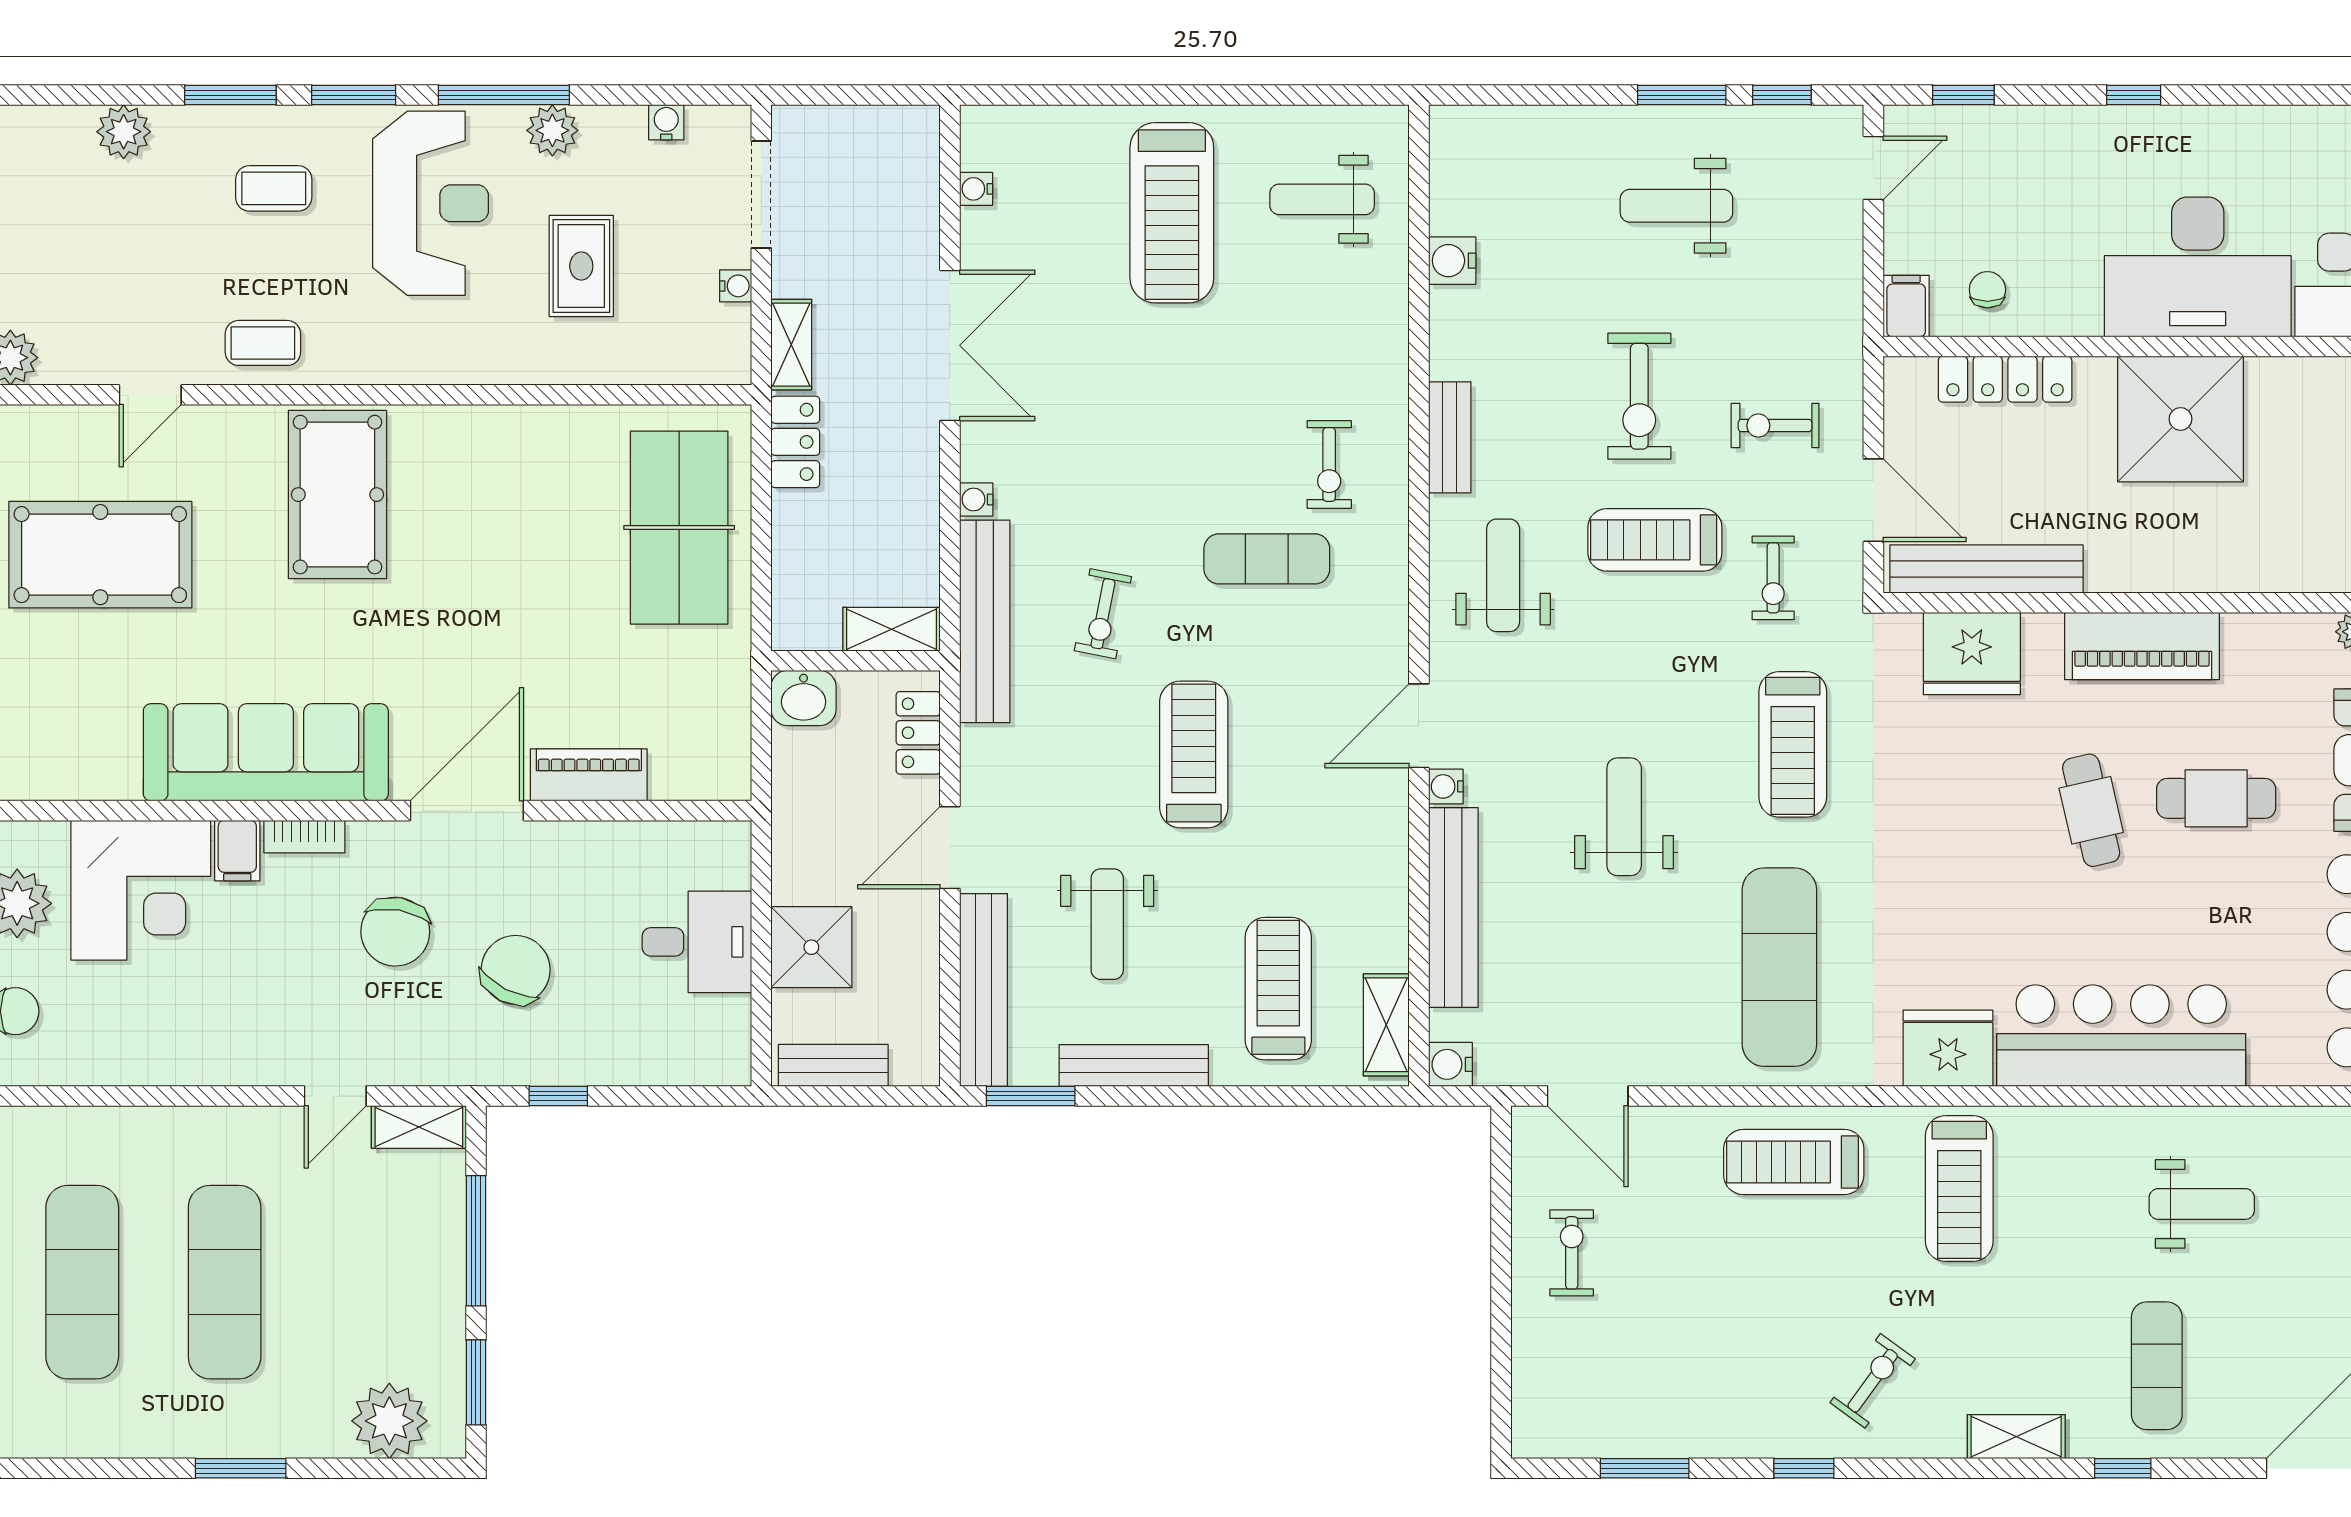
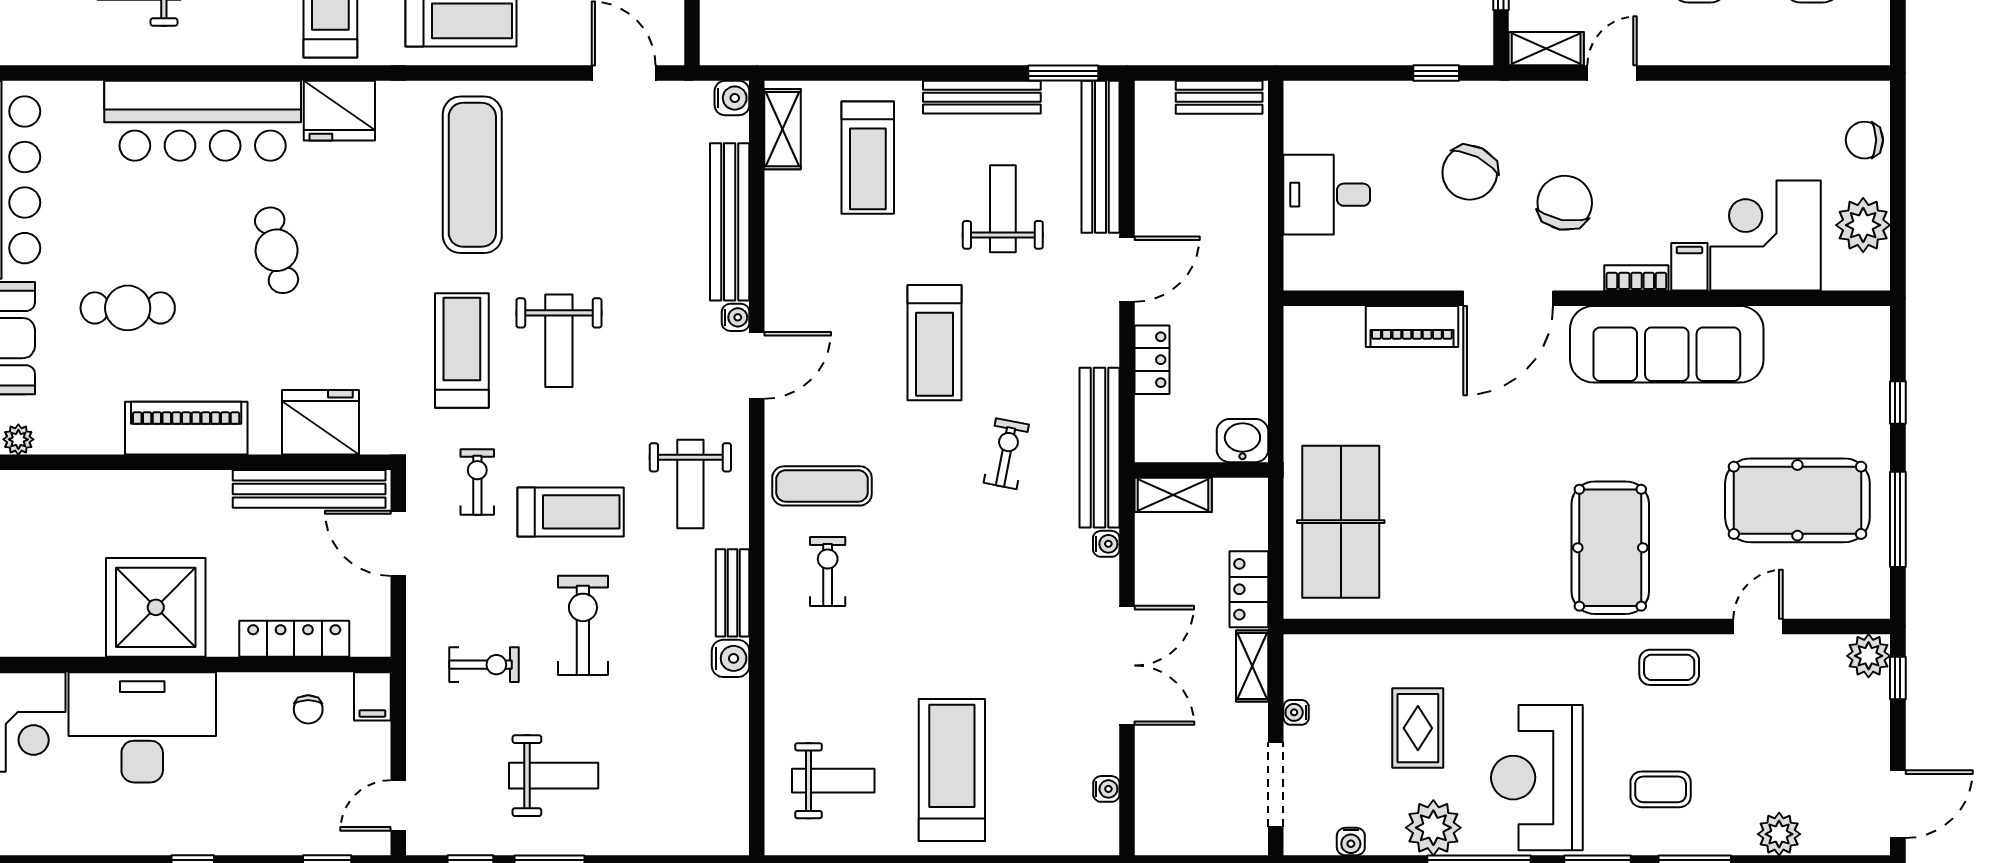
plant: (552, 130) -> (1433, 828), width x1.36, depth x1.36
water cooler: (1452, 261) -> (731, 658), moved
double door: (950, 345) -> (1127, 665), swing flipped
exercise bike: (1775, 425) -> (484, 665), moved
exercise mat: (1267, 559) -> (822, 486), moved
shelving: (891, 629) -> (1173, 495), moved
wall: (856, 661) -> (1201, 470), moved
washbasin: (804, 698) -> (1242, 441), moved
cafe table: (2091, 810) -> (277, 250), moved
weight bench: (1624, 817) -> (559, 341), moved
shower: (811, 947) -> (1236, 190), removed

